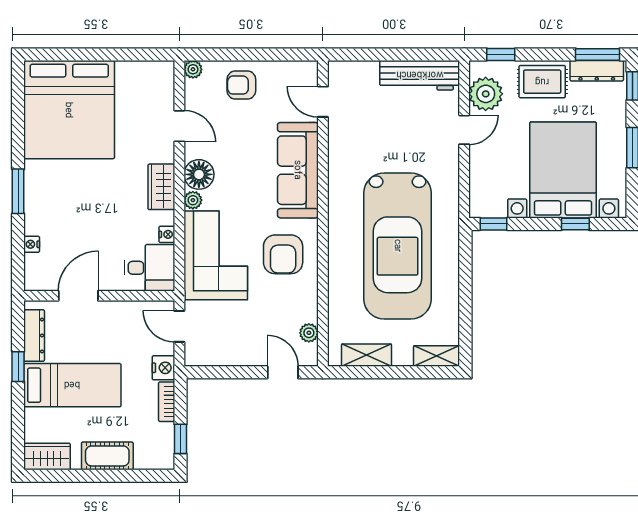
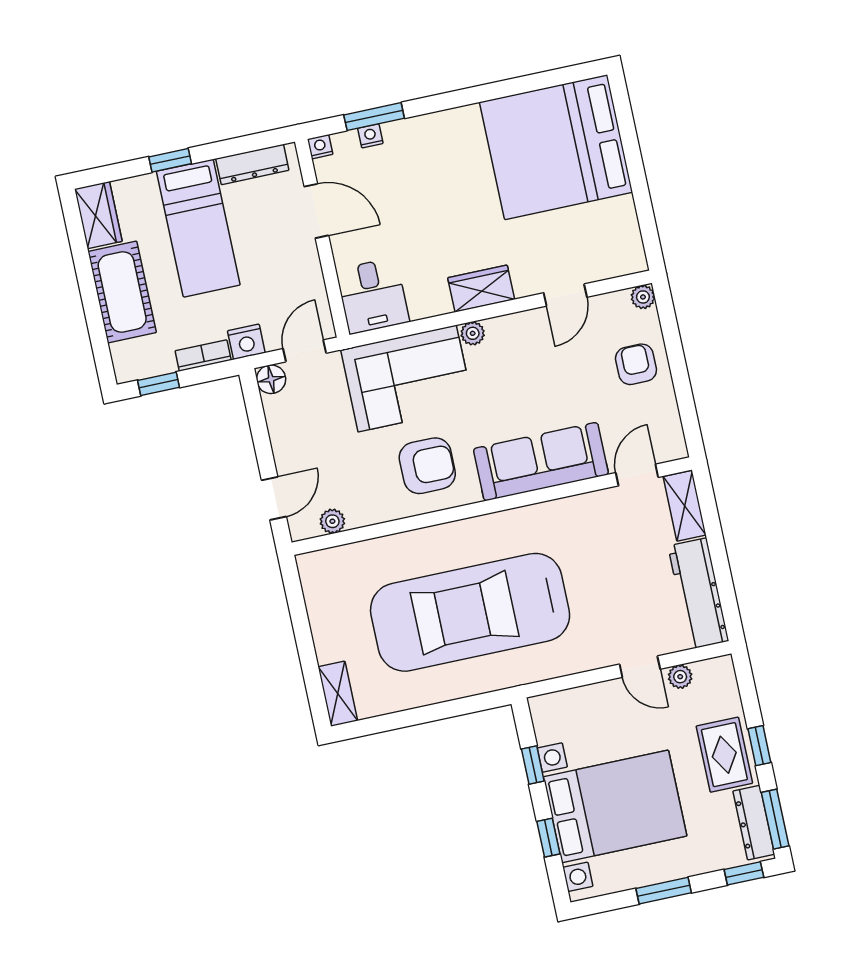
window: (501, 54) -> (759, 746), moved
plant: (486, 94) -> (680, 677), width x0.53, depth x0.53
floor lamp: (199, 174) -> (271, 379), moved, width x0.73, depth x0.73
window: (18, 191) -> (374, 117), moved
window: (493, 224) -> (533, 765), moved
nightstand: (167, 234) -> (320, 147), moved, turned 180
armchair: (283, 254) -> (427, 466), turned 180
shelving: (366, 355) -> (685, 506), moved
window: (18, 367) -> (170, 160), moved
cot: (107, 456) -> (122, 292), width x1.37, depth x1.34

